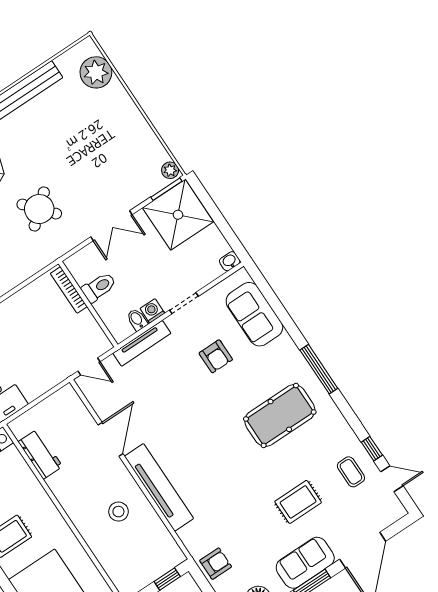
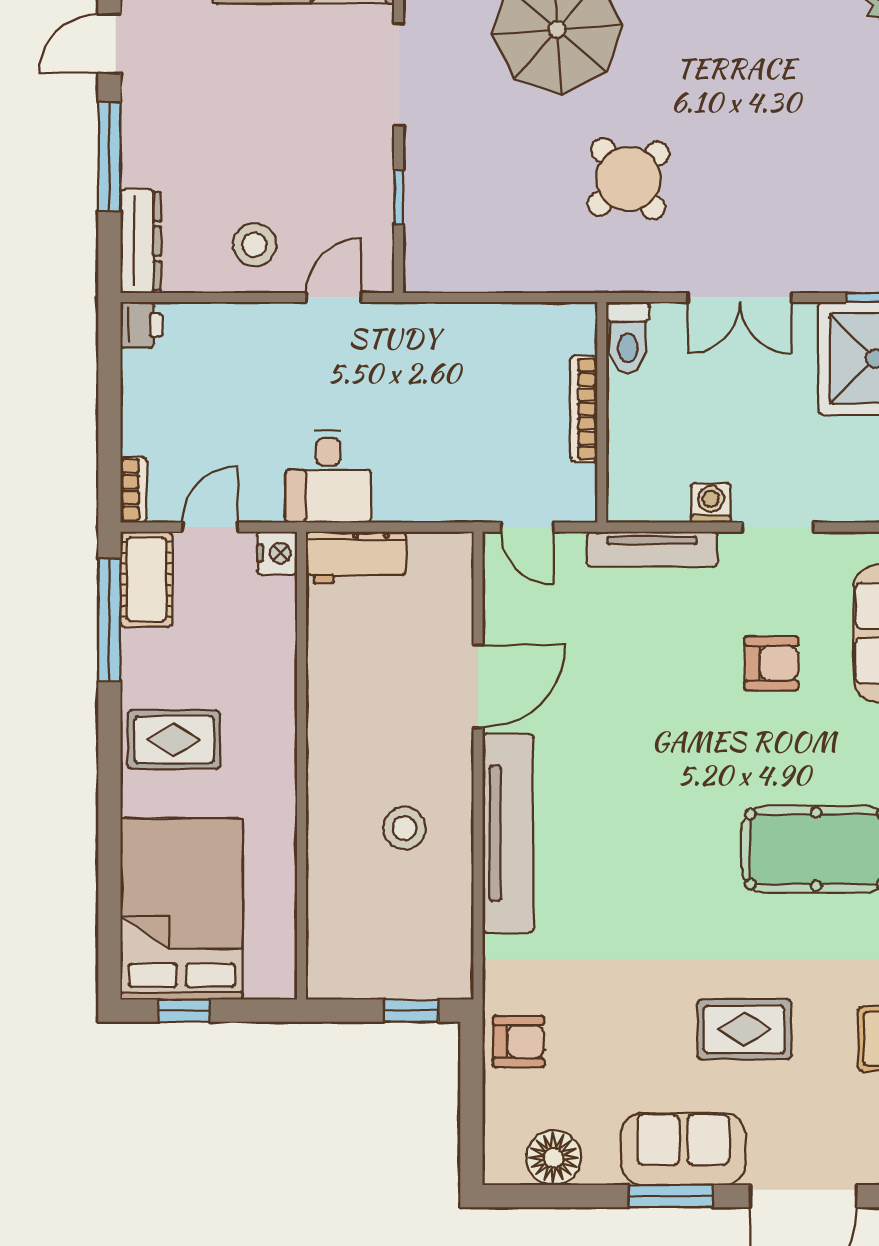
toilet: (99, 287) -> (628, 338), moved, turned 90
bookcase: (69, 290) -> (584, 409), moved
bidet: (137, 320) -> (672, 500), removed
armchair: (216, 356) -> (771, 663), turned -90
workbench: (40, 454) -> (356, 557), moved, turned 90

